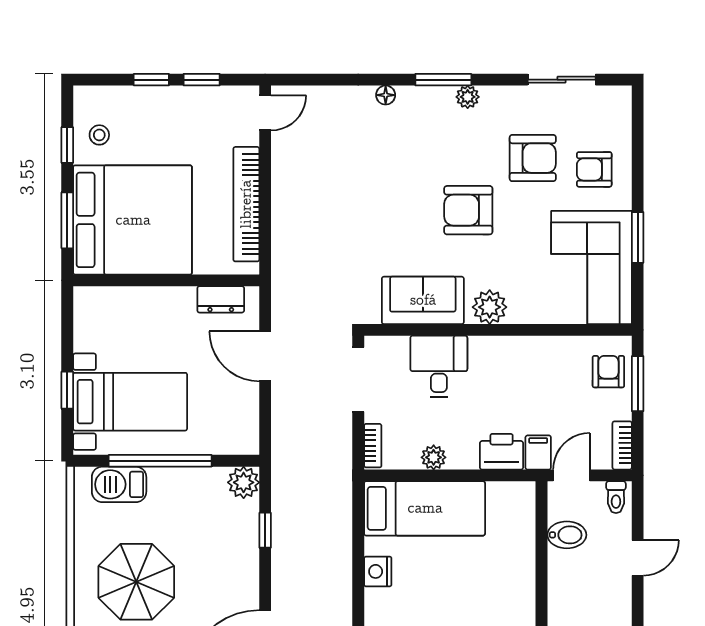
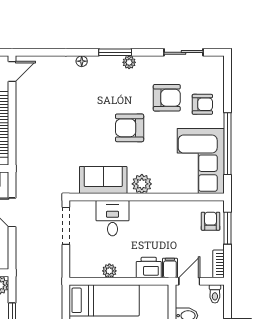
armchair: (594, 169) -> (202, 104), turned 180
window: (638, 237) -> (227, 144), width x2.11
bookcase: (373, 446) -> (74, 264), removed

